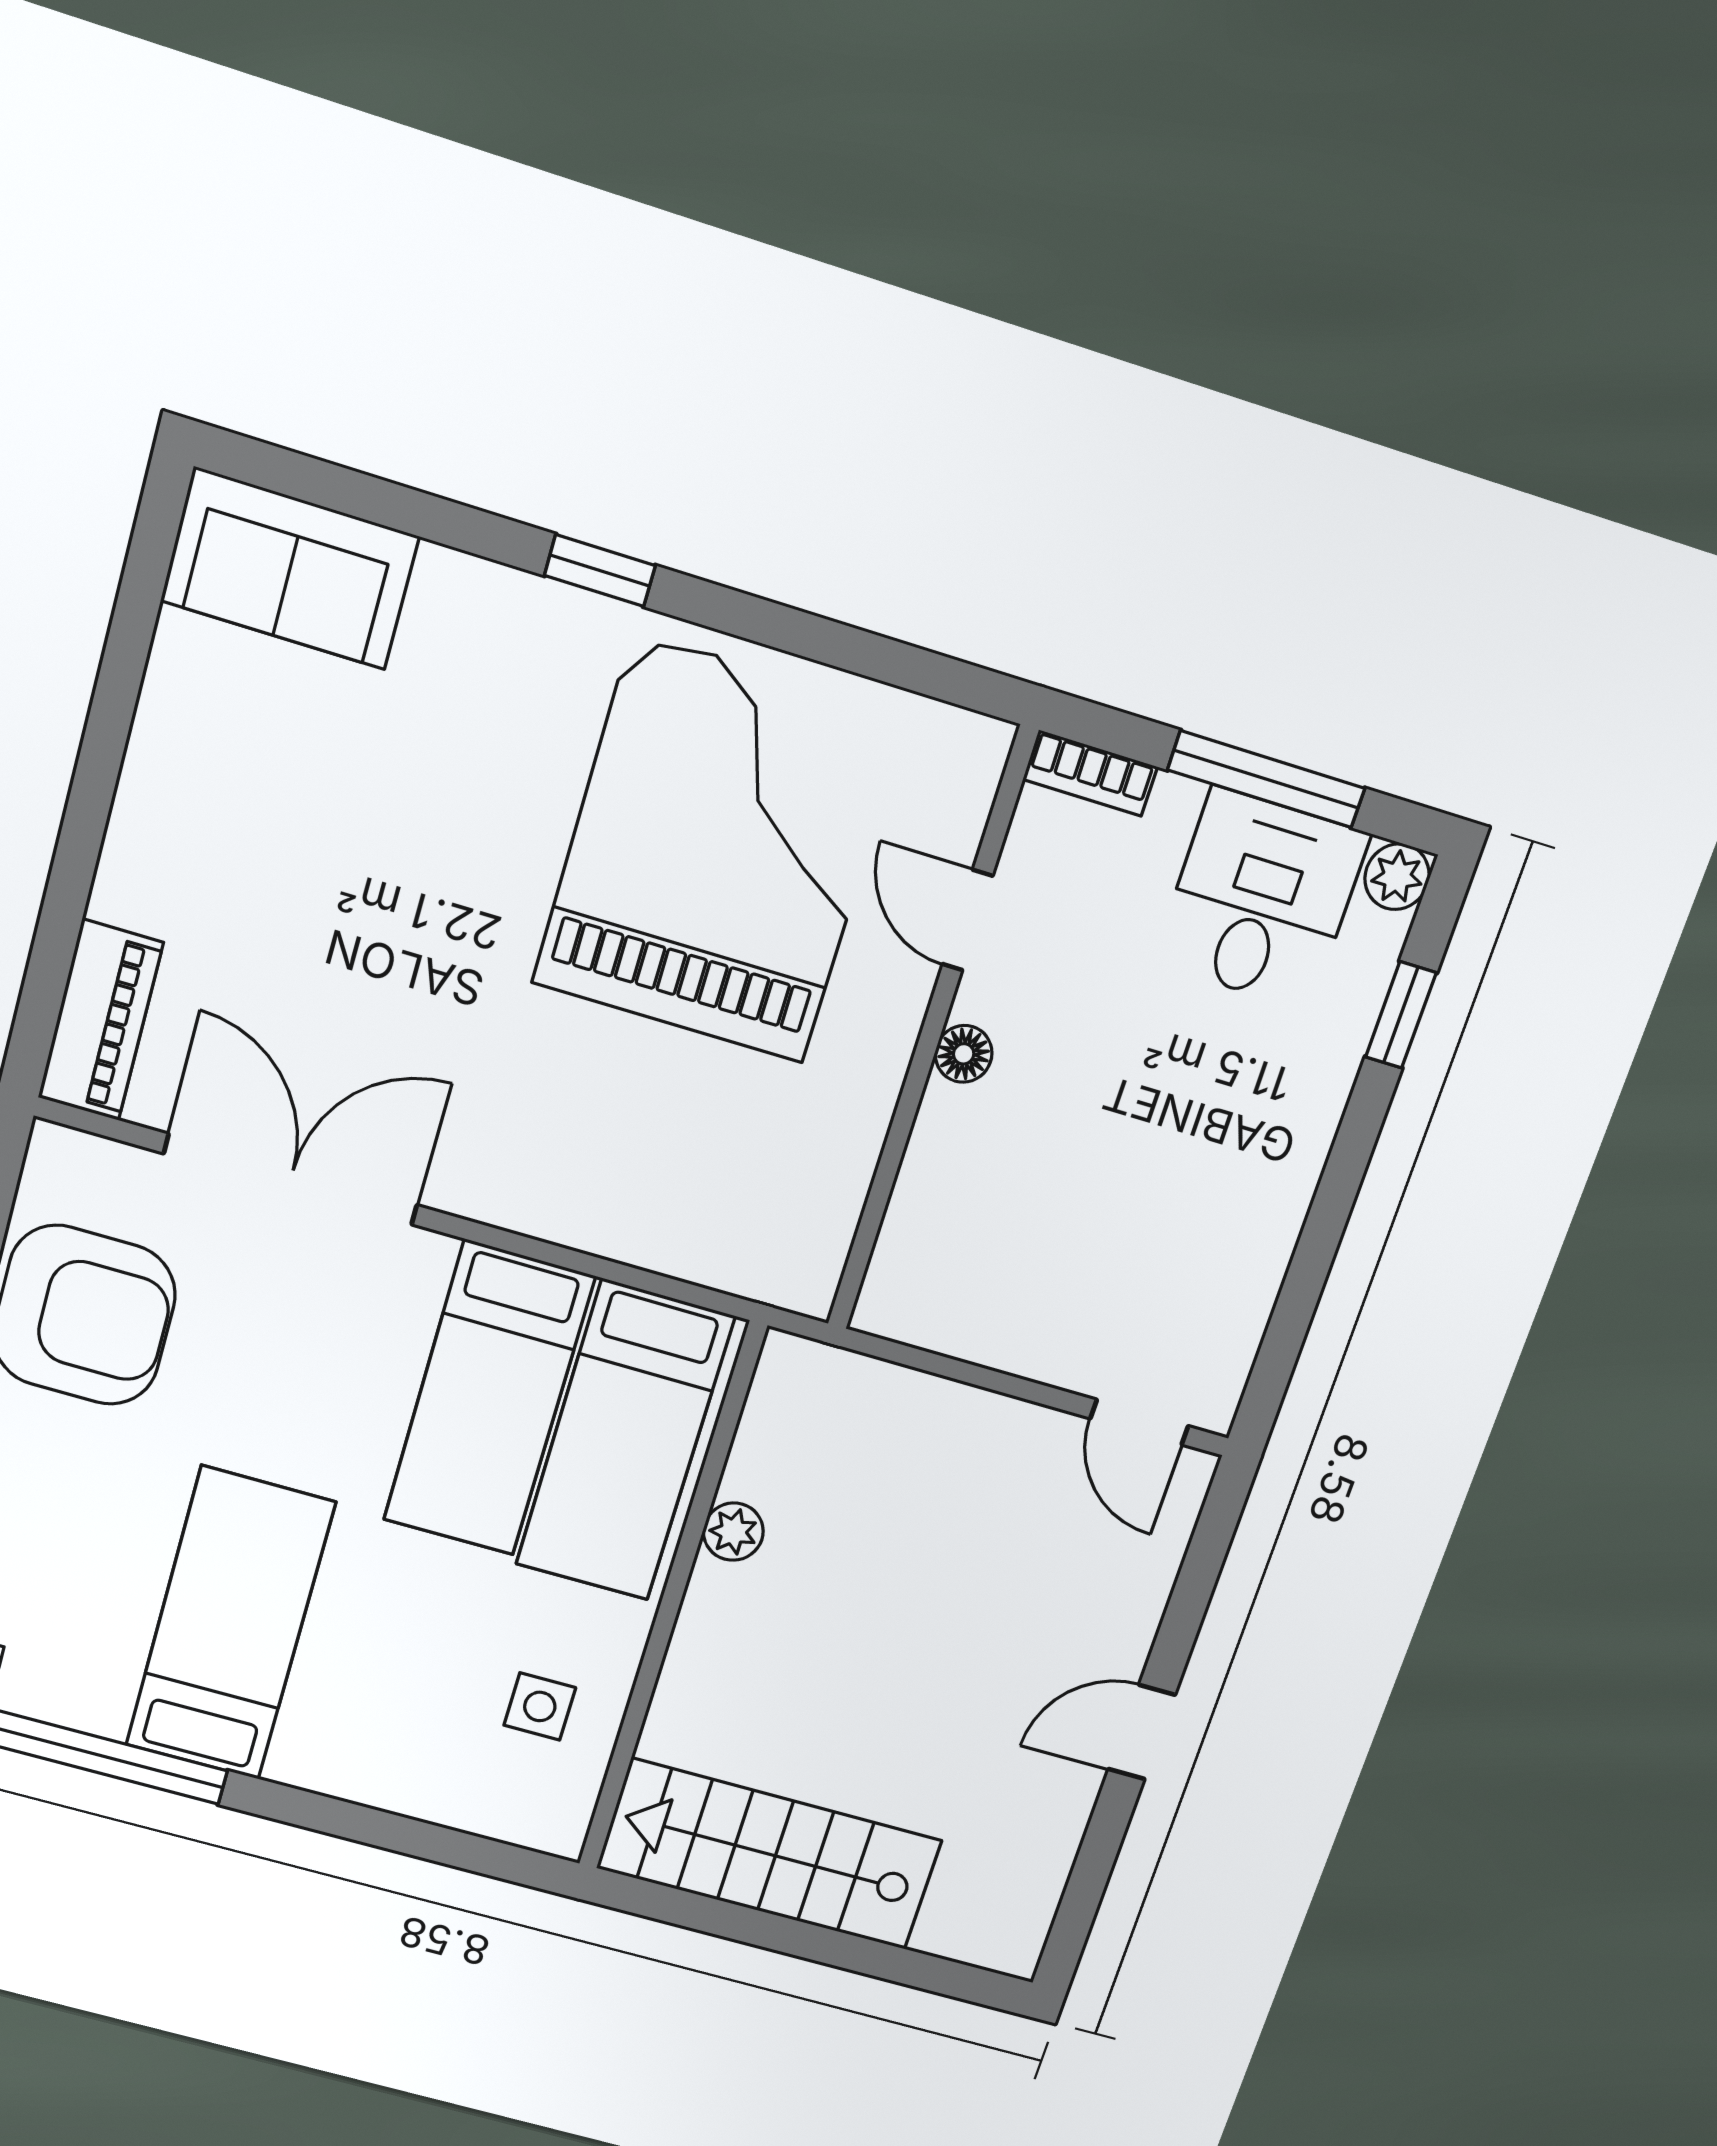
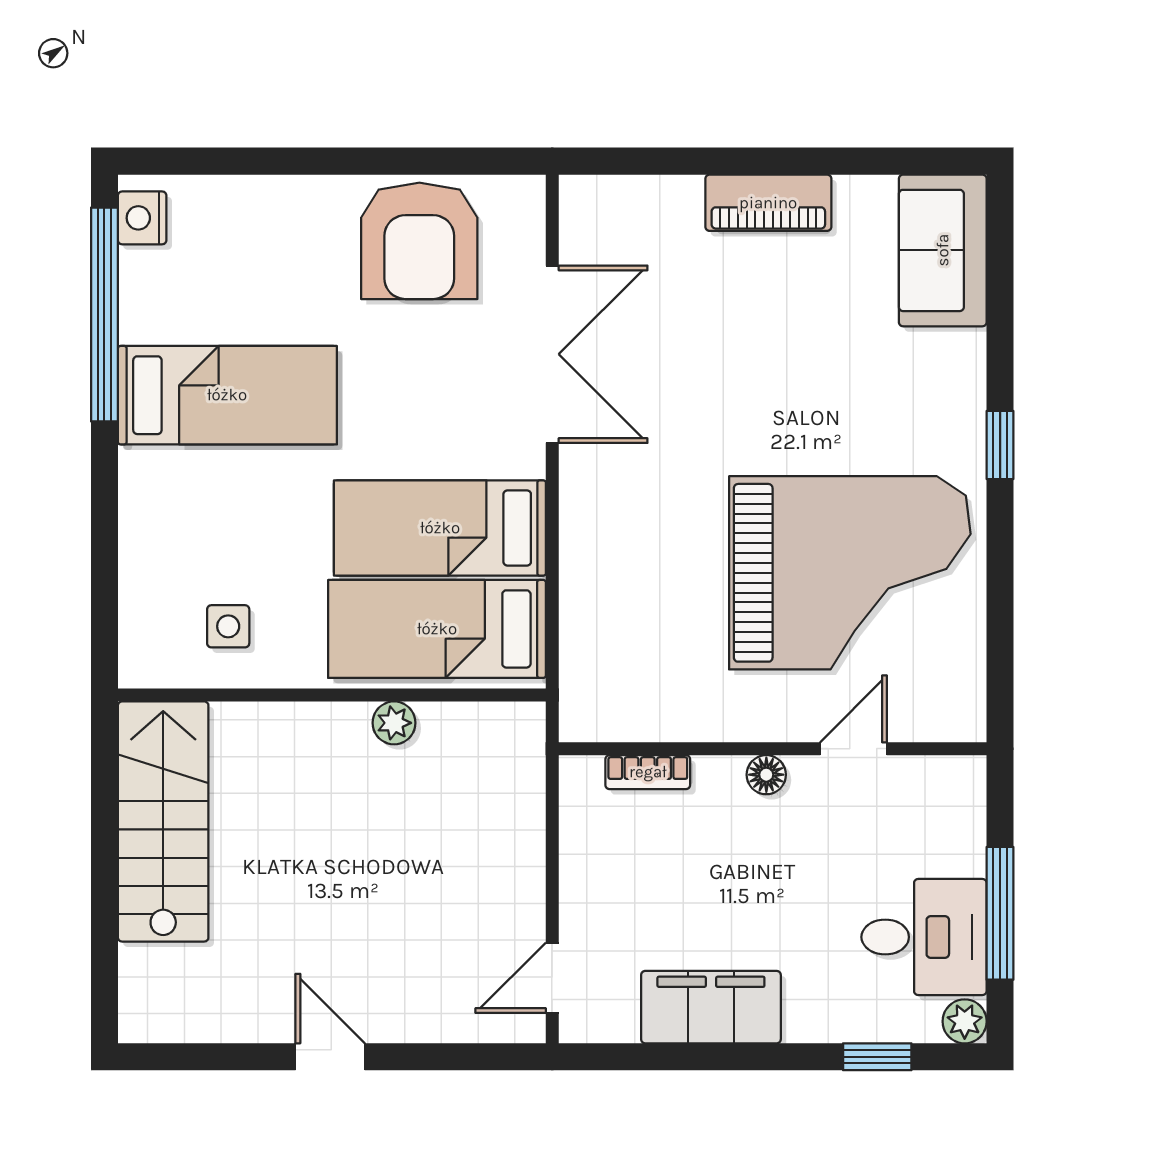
bookcase: (1090, 773) -> (648, 772), moved, turned -90
piano: (100, 1020) -> (768, 203), moved
filing cabinet: (1252, 1223) -> (711, 1007), added

